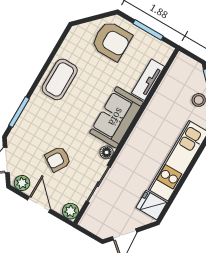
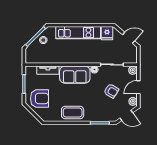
armchair: (112, 41) -> (39, 98), turned 90

